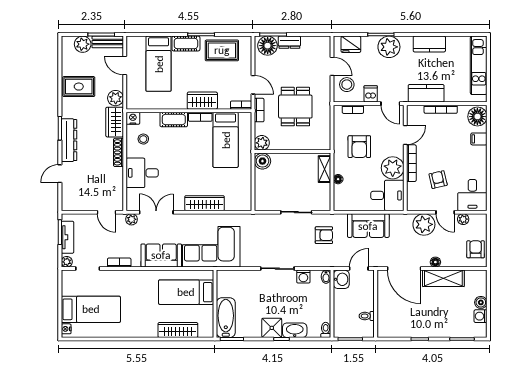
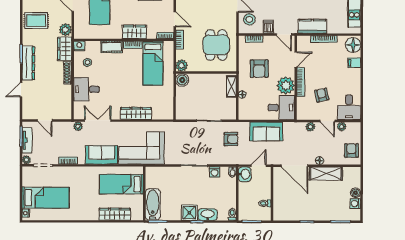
dining table: (295, 107) -> (216, 45), moved
door: (107, 212) -> (45, 120), moved
plant: (424, 224) -> (310, 127), width x0.53, depth x0.53

